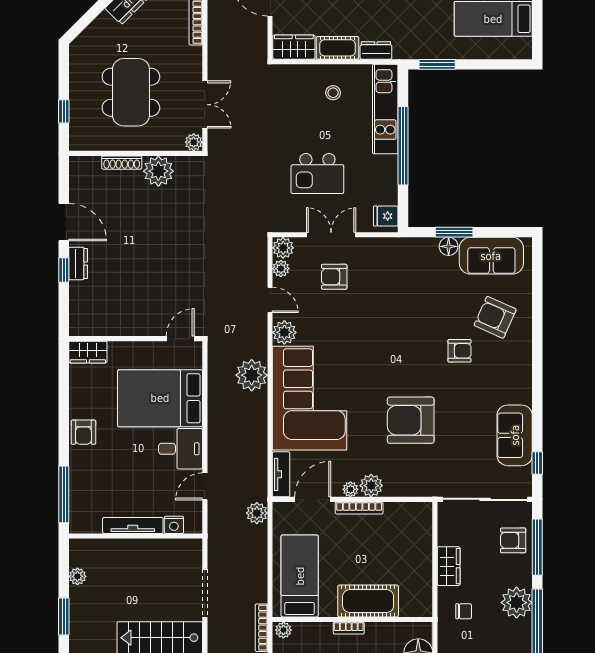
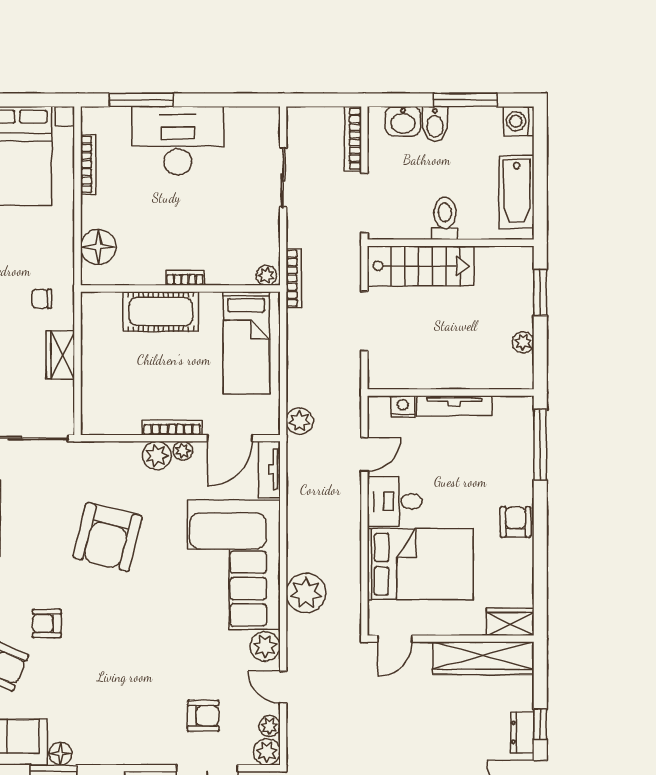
wardrobe: (110, 323) -> (483, 658), added
armchair: (411, 420) -> (108, 537), turned 104

